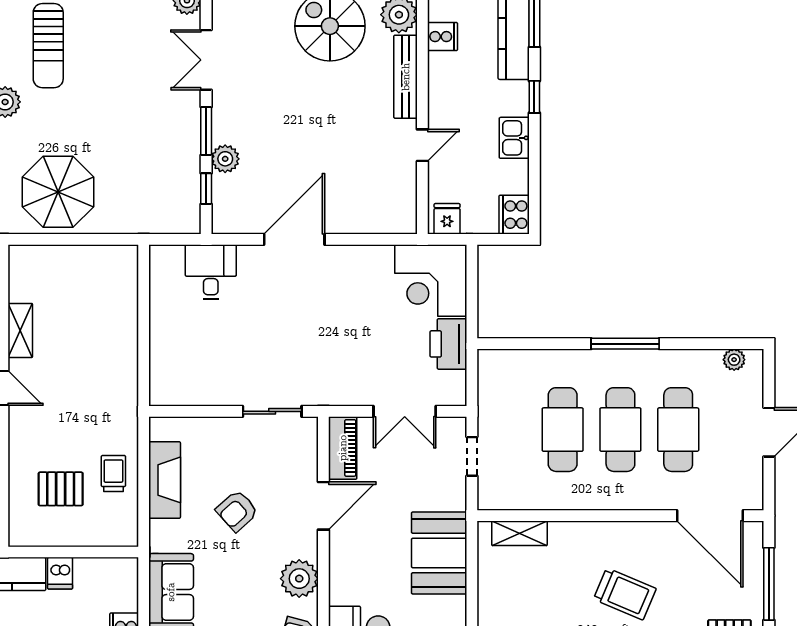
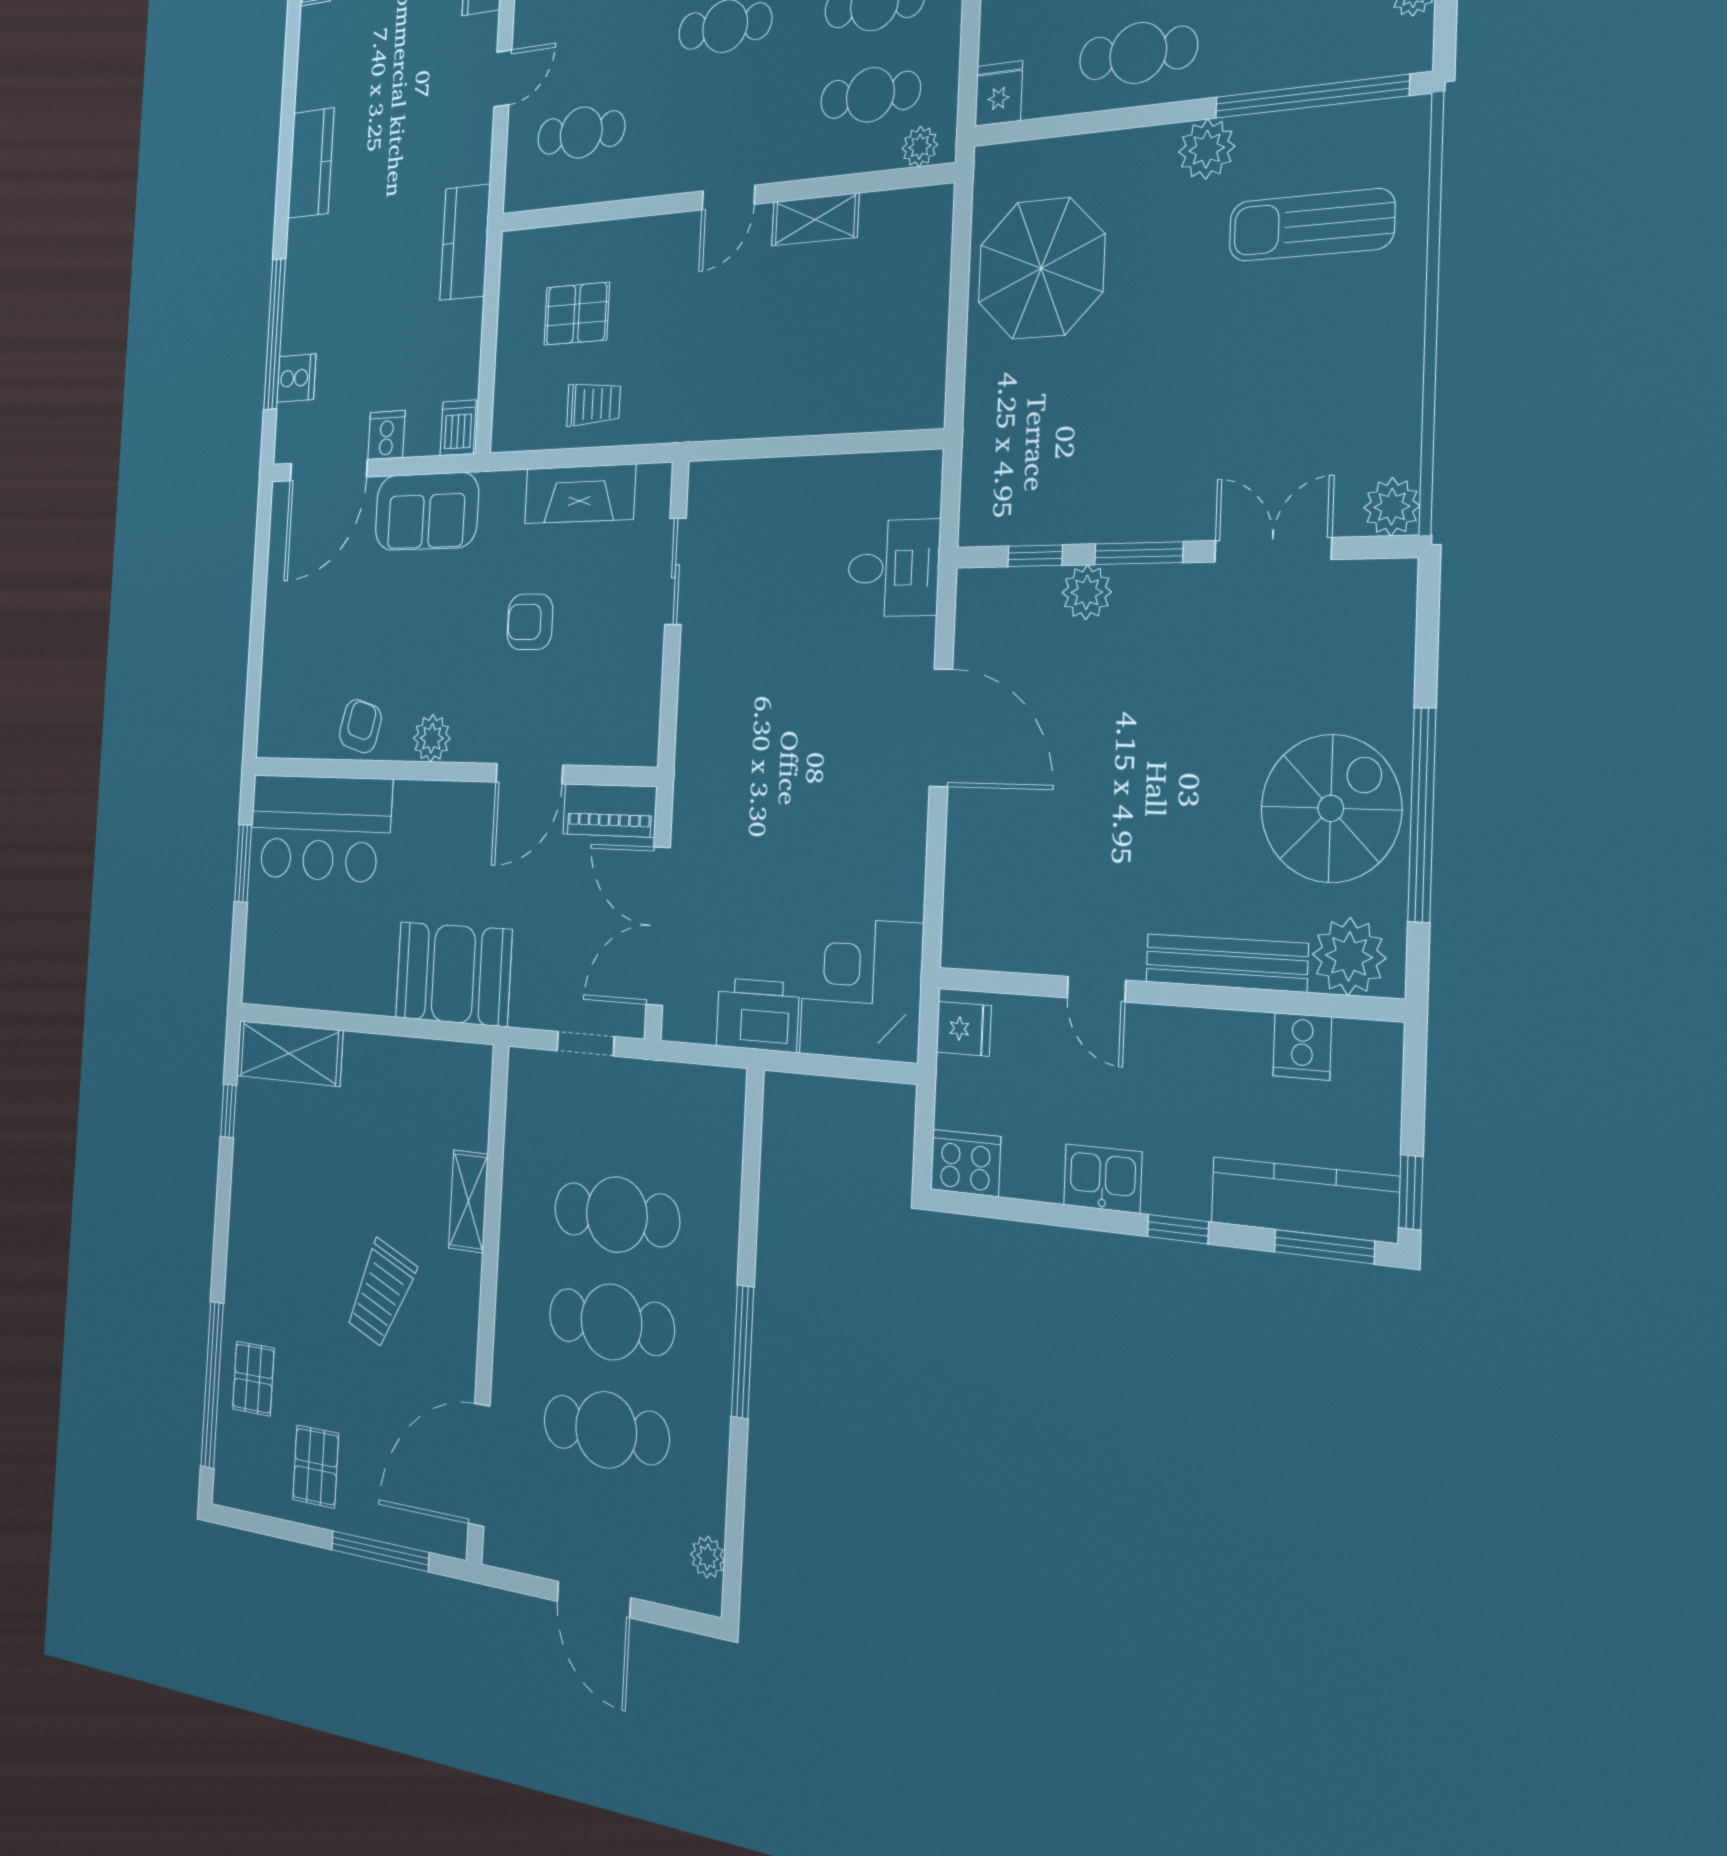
sliding door: (272, 411) -> (675, 571), moved
double door: (405, 411) -> (658, 926), width x1.37
pallet: (61, 489) -> (577, 314), turned 90
door: (323, 506) -> (529, 774), hinge flipped
armchair: (237, 511) -> (530, 622), turned -48
shelving: (519, 533) -> (468, 1201), moved
dishwasher: (60, 573) -> (458, 428), moved, turned 90
plant: (299, 579) -> (432, 738), width x0.73, depth x0.73

